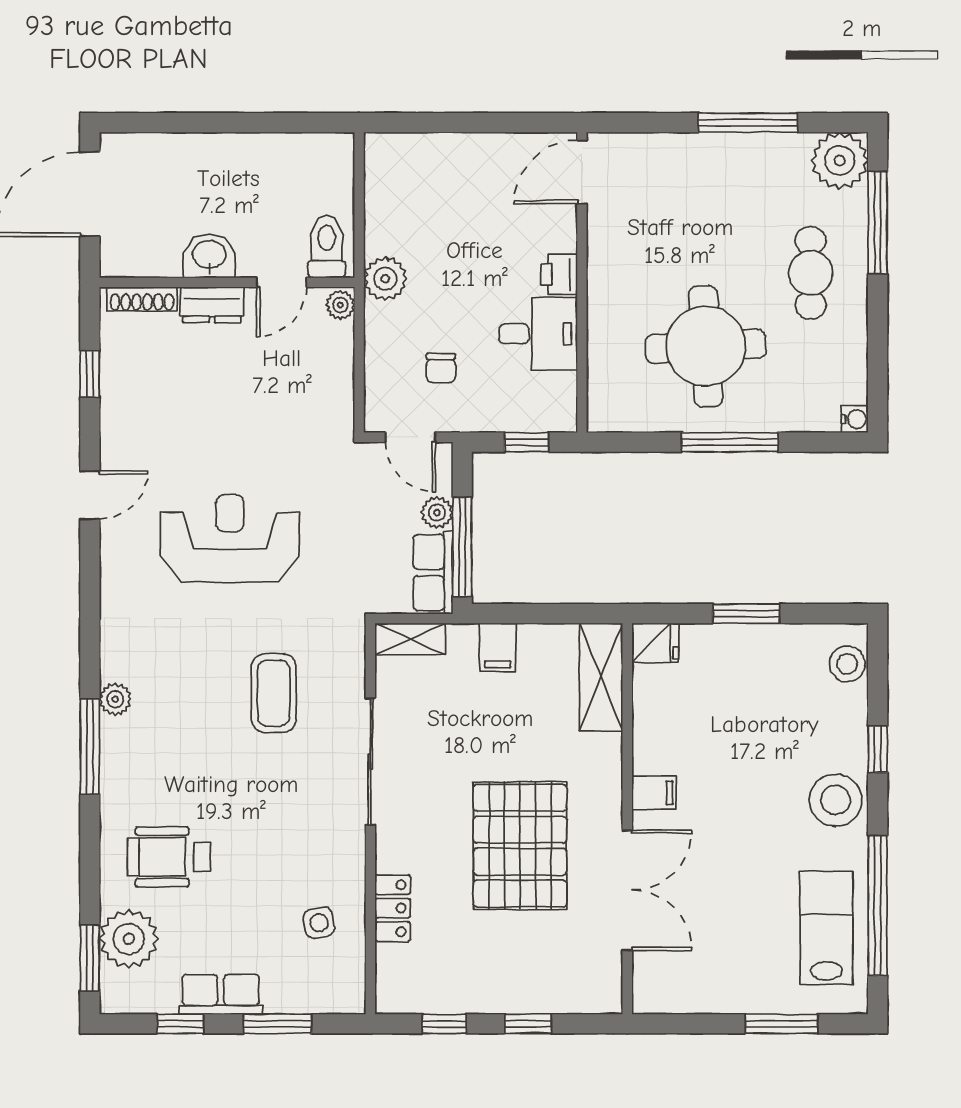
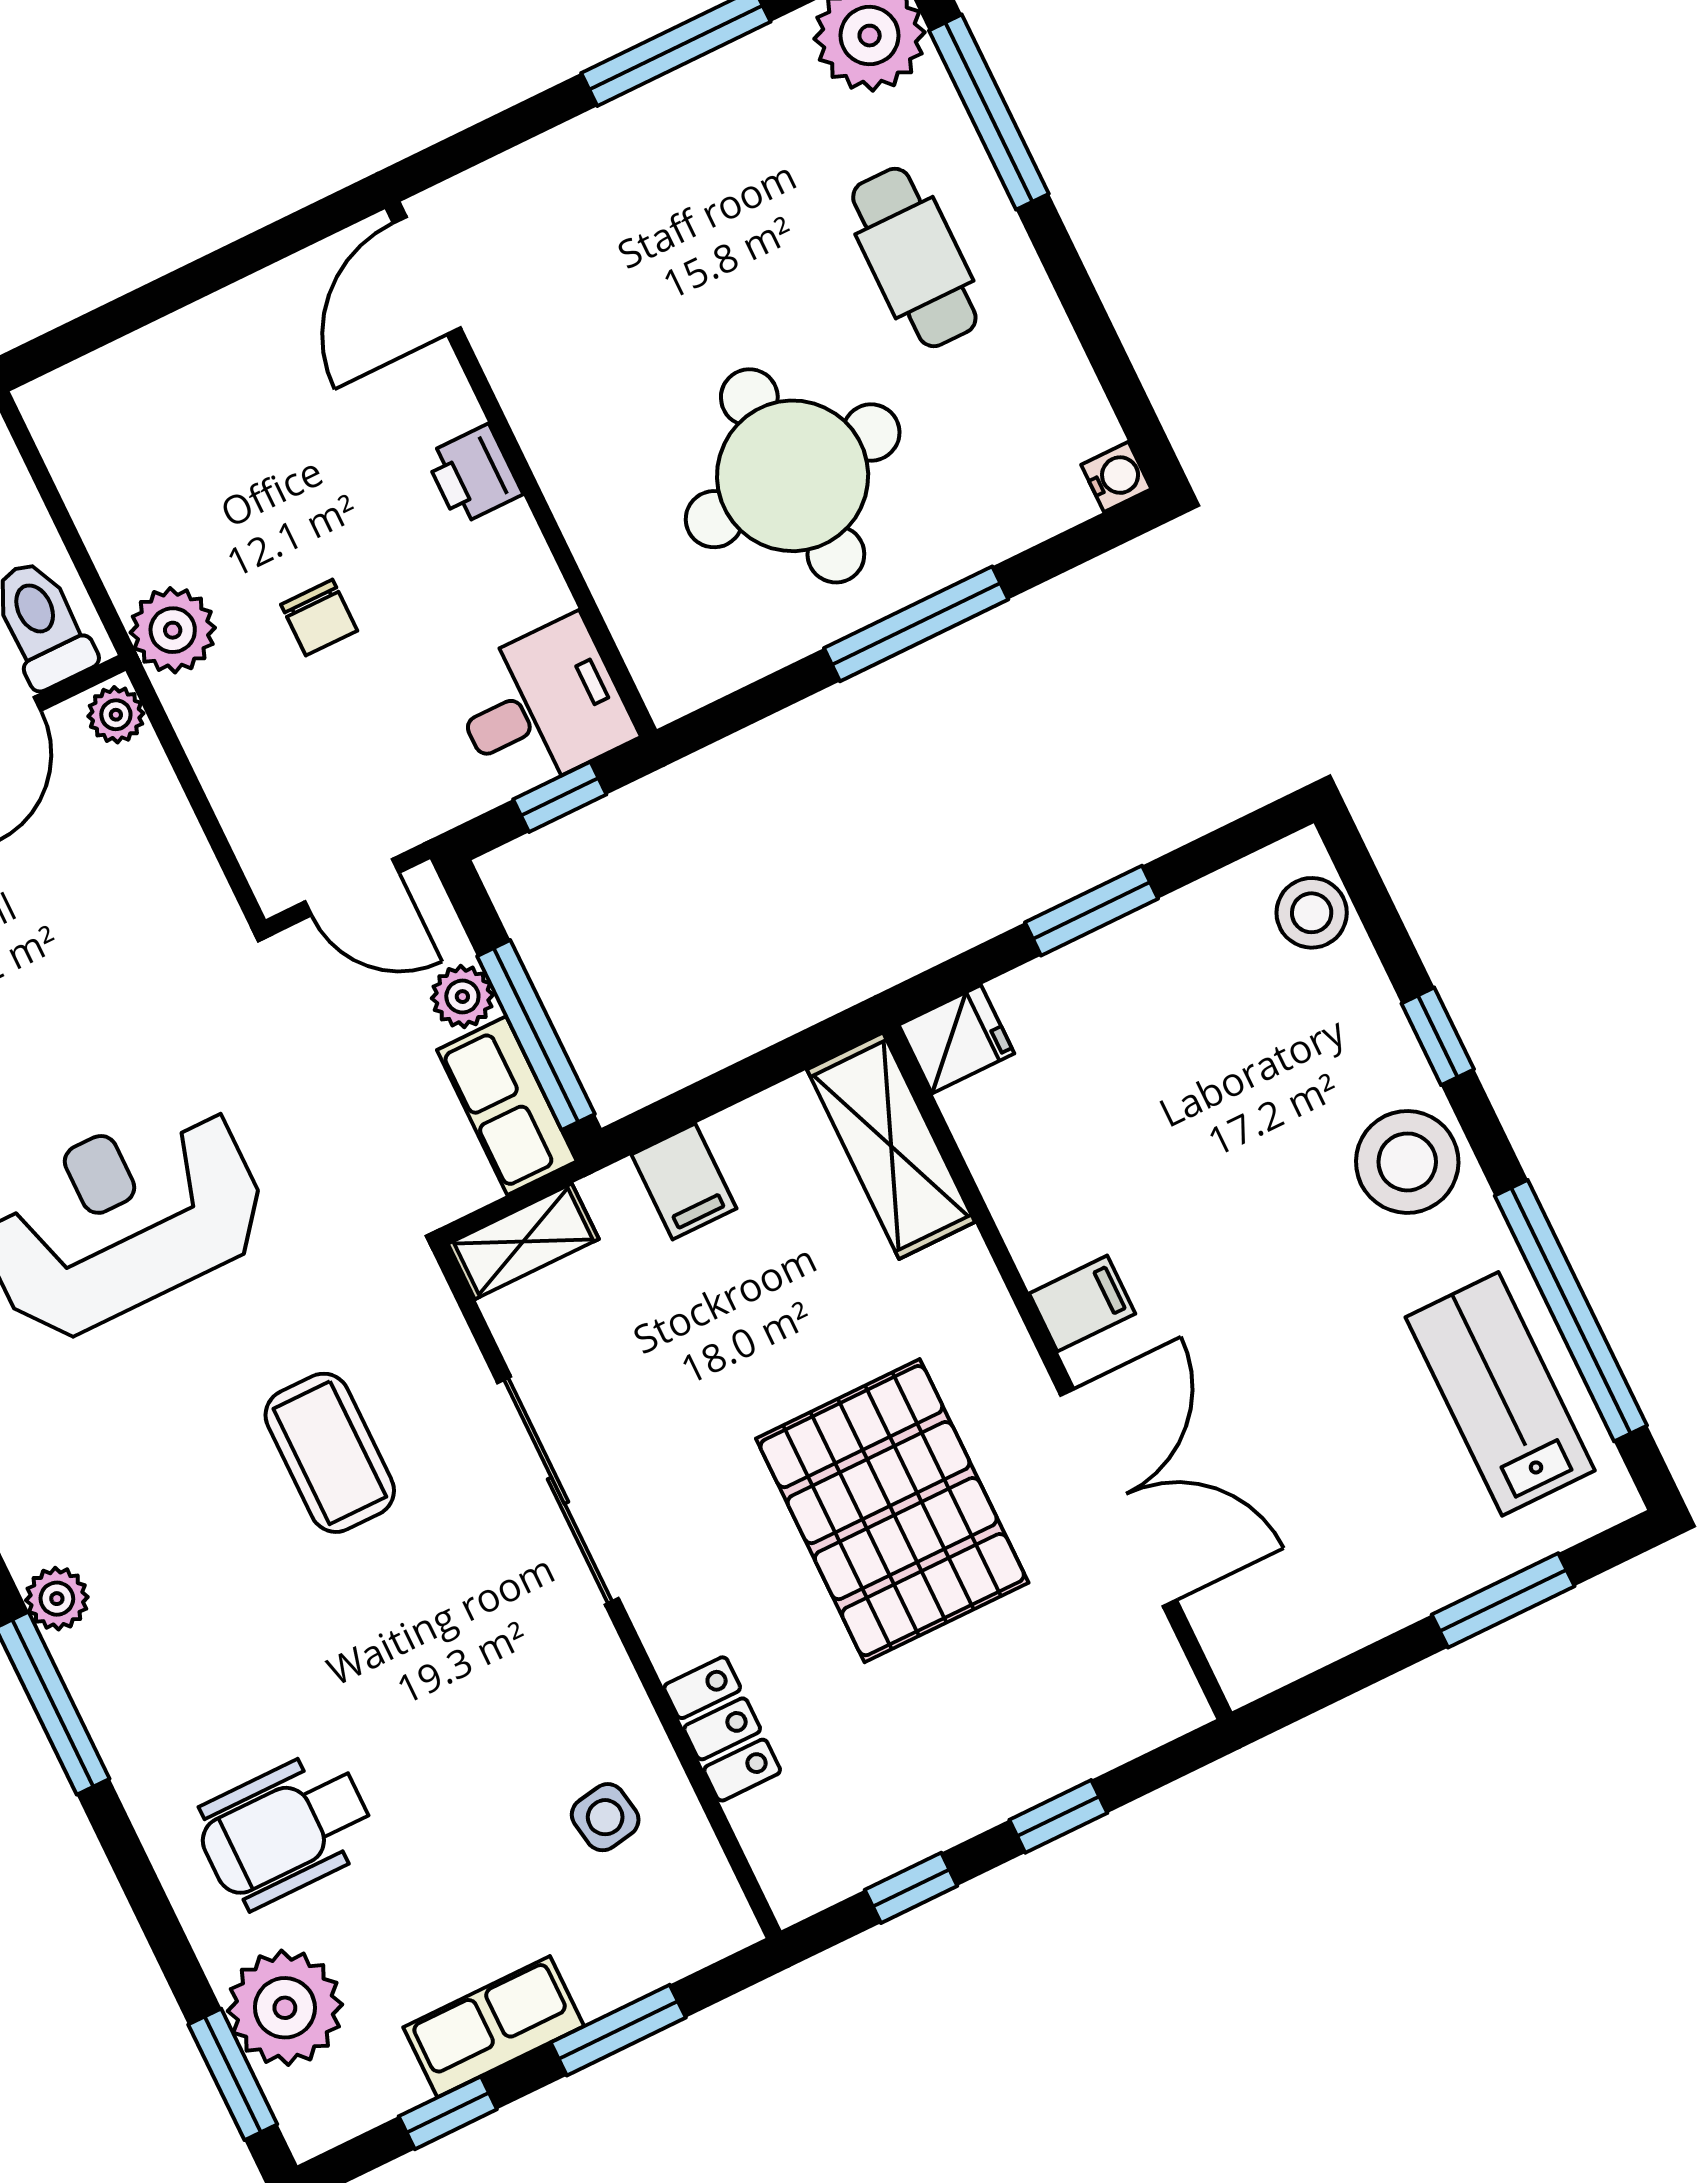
desk: (538, 334) -> (541, 707), moved
chair: (441, 368) -> (319, 618), moved

